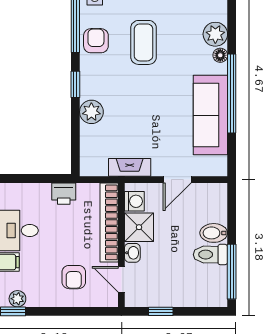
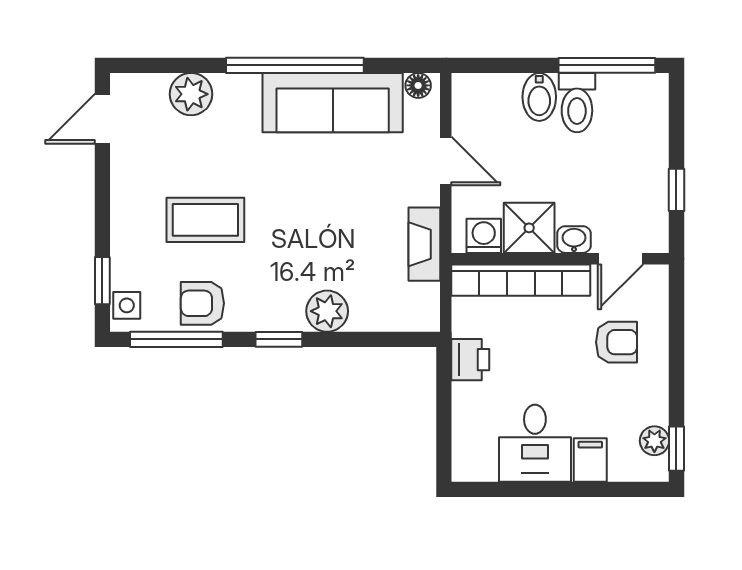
floor lamp: (220, 55) -> (418, 85), moved

